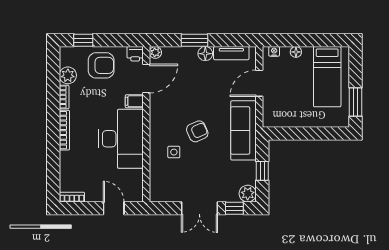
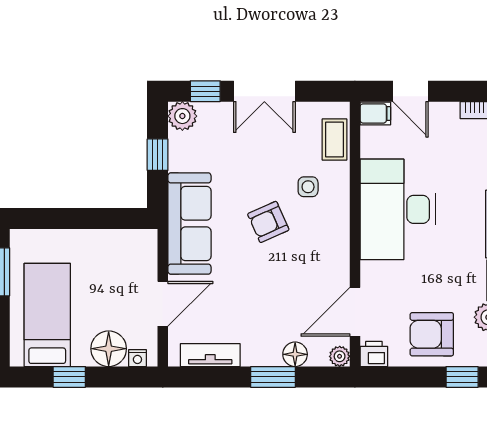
window: (314, 40) -> (69, 377), added
floor lamp: (296, 52) -> (109, 349), width x1.89, depth x1.89
floor lamp: (205, 54) -> (295, 354), moved
filing cabinet: (134, 101) -> (375, 113), moved
coffee table: (158, 180) -> (334, 139), added
double door: (199, 208) -> (264, 91), swing flipped

